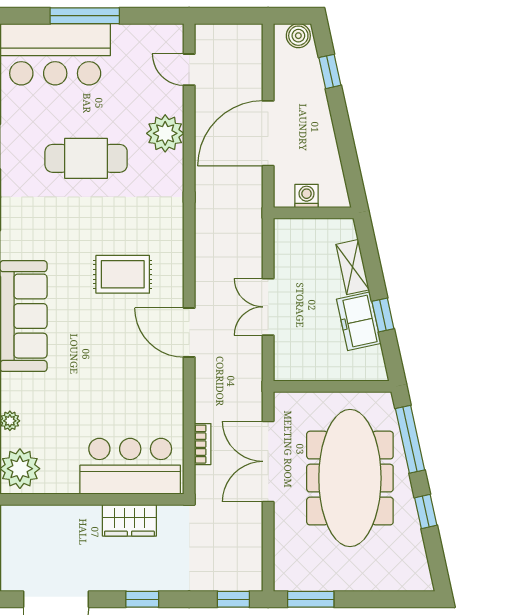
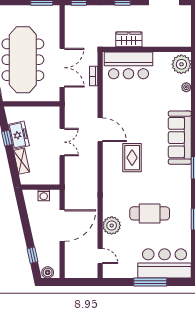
rug: (123, 274) -> (132, 158), turned 90

